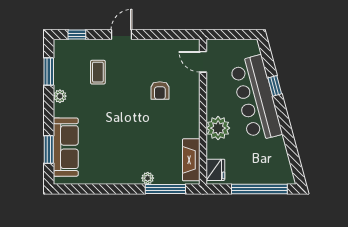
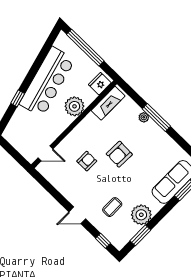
door: (203, 62) -> (45, 153), hinge flipped
plant: (60, 96) -> (141, 215), width x1.87, depth x1.87
bar counter: (256, 99) -> (47, 82), moved
armchair: (137, 125) -> (119, 154), added
window: (165, 189) -> (156, 118), moved

